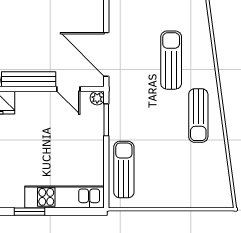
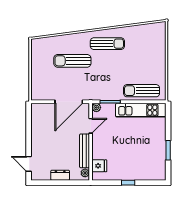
kitchen unit: (64, 197) -> (141, 110), moved, turned -90

